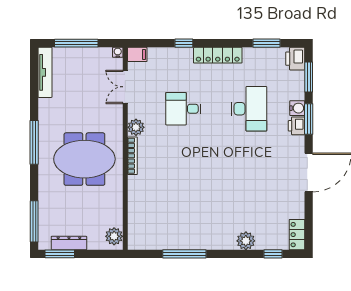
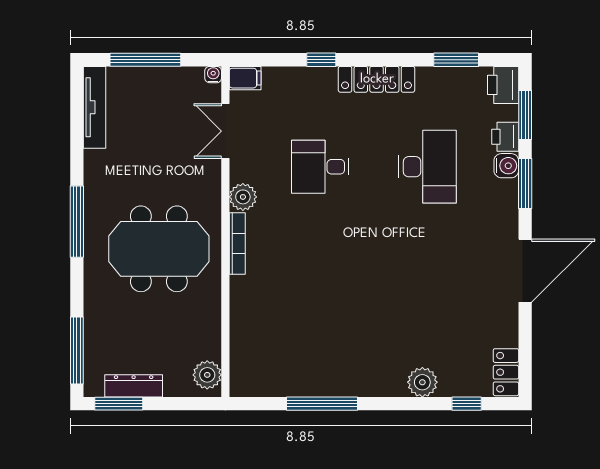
printer: (297, 126) -> (505, 137), moved

